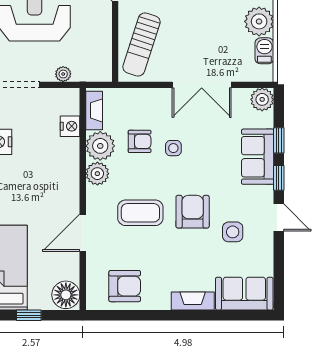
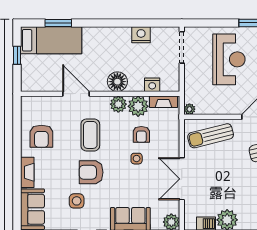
sun lounger: (142, 44) -> (211, 136), turned -32
plant: (63, 74) -> (189, 109), moved
armchair: (193, 212) -> (91, 172), turned 180
armchair: (125, 286) -> (41, 136), moved
floor lamp: (66, 295) -> (117, 82), moved

